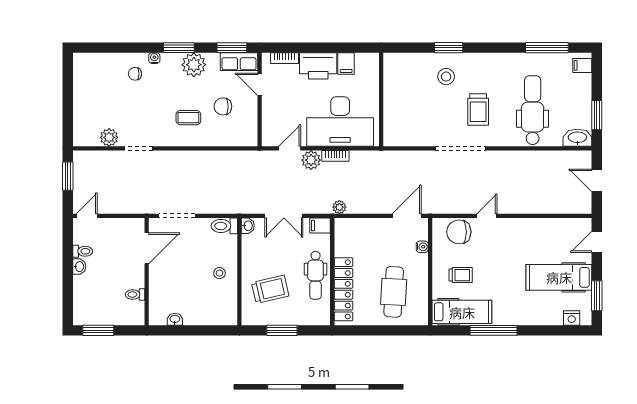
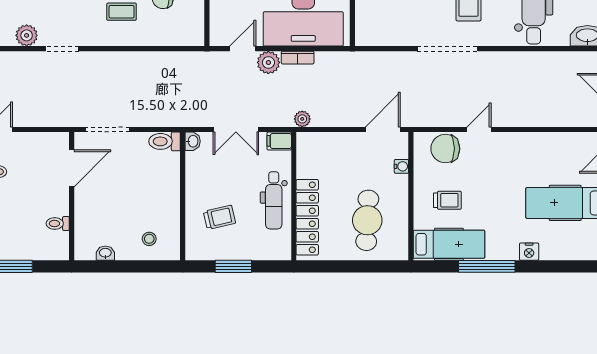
stool: (220, 273) -> (149, 239), moved
trolley: (270, 289) -> (219, 217), width x0.73, depth x0.72
nightstand: (572, 318) -> (529, 252), moved

